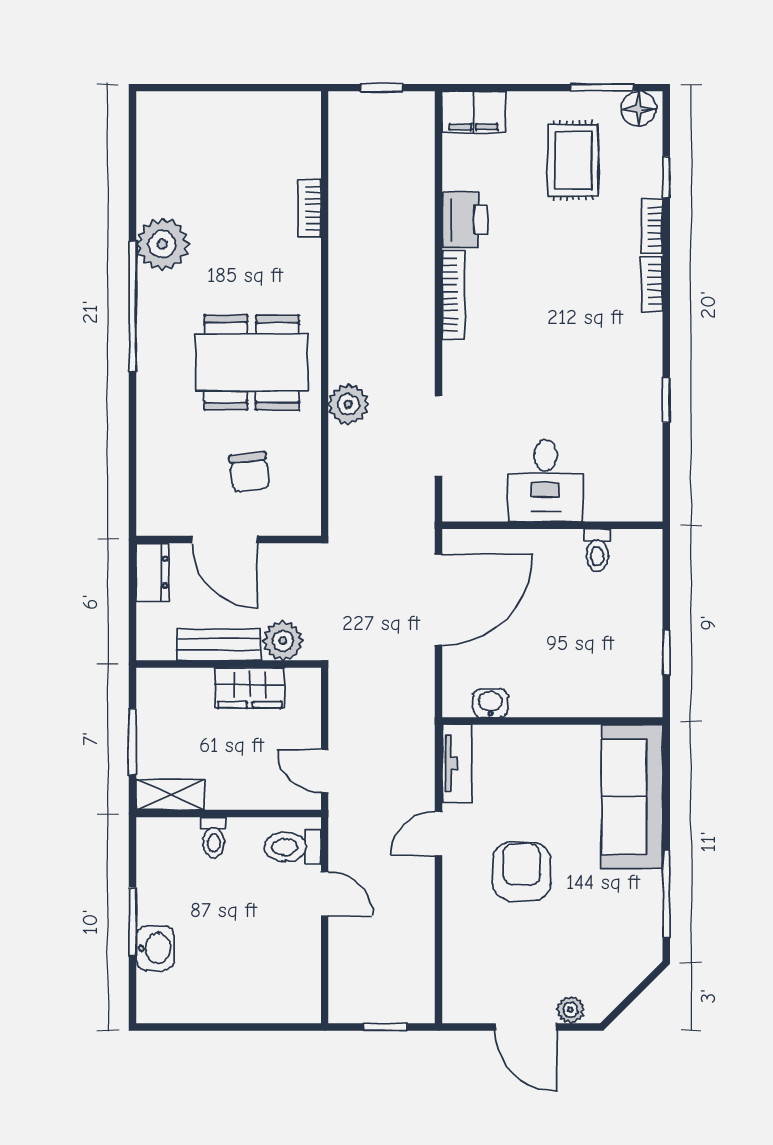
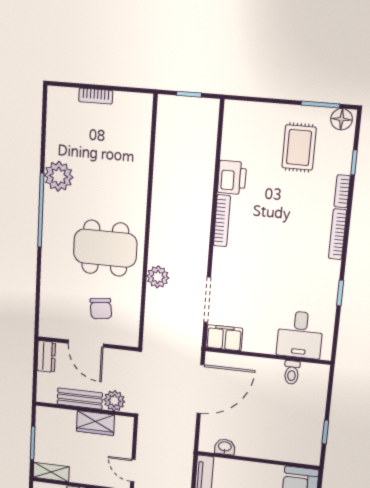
filing cabinet: (473, 112) -> (224, 338), moved, turned 180
bookcase: (309, 208) -> (96, 96), moved, turned -90
bookcase: (652, 284) -> (338, 234), width x1.56
desk: (546, 481) -> (300, 335), moved

